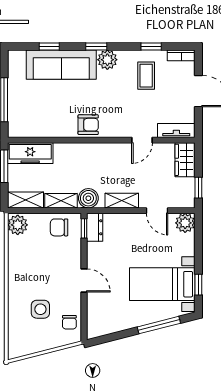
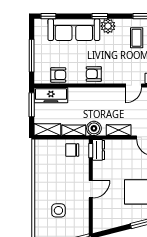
window: (49, 46) -> (48, 16), moved
armchair: (88, 125) -> (94, 74), turned 180
armchair: (40, 126) -> (58, 75), added
plant: (18, 225) -> (42, 148), removed
door: (84, 281) -> (91, 189), hinge flipped
chair: (69, 322) -> (80, 220), removed

